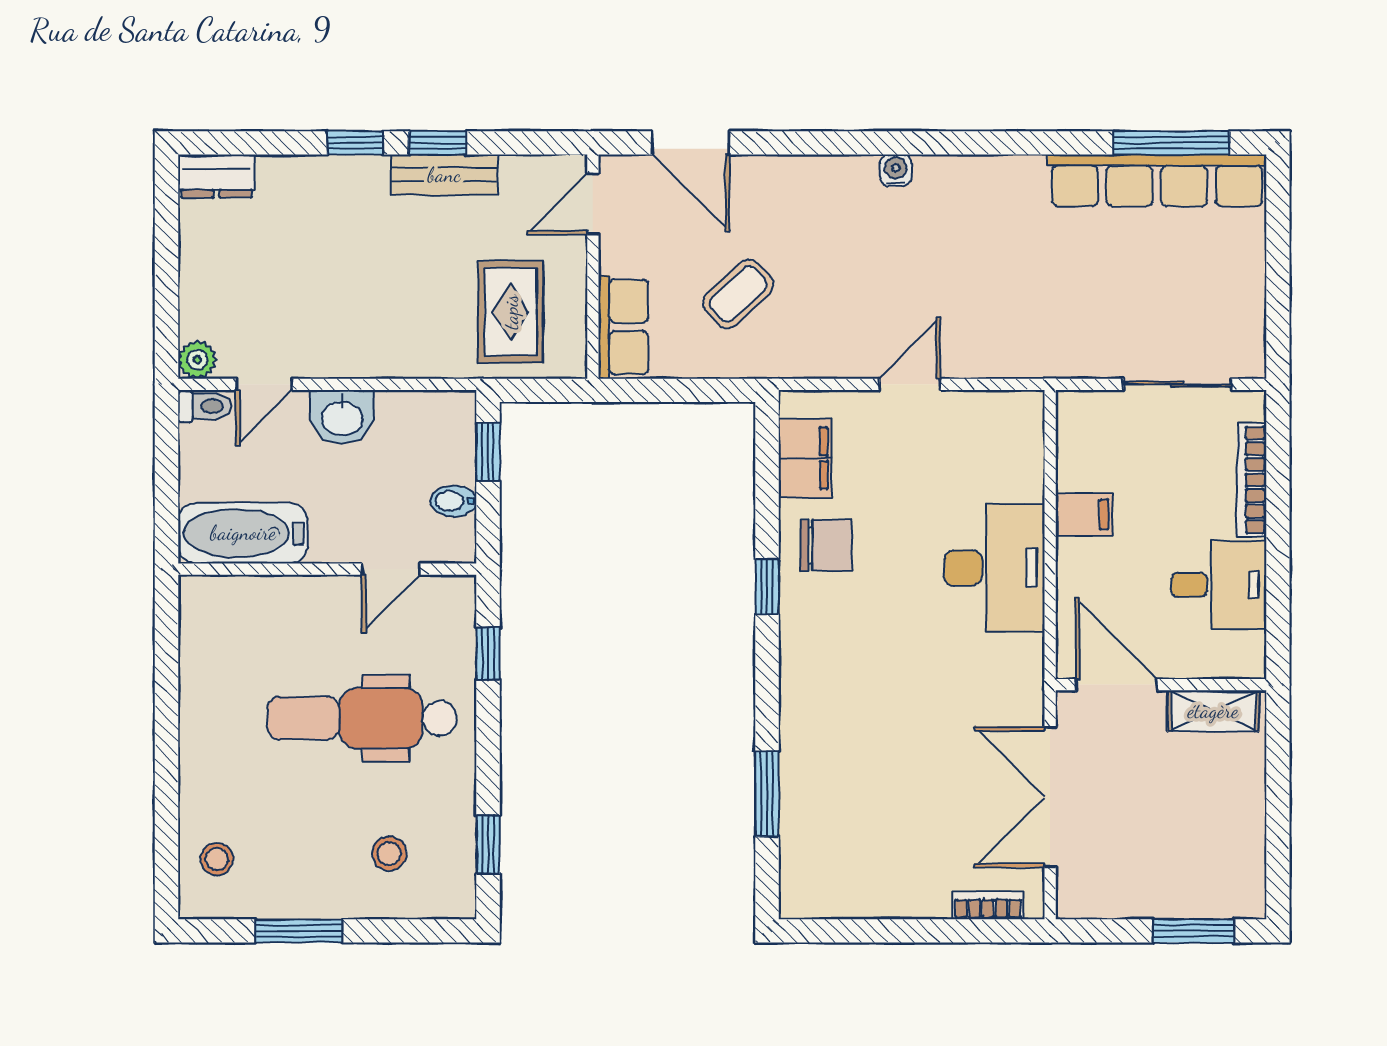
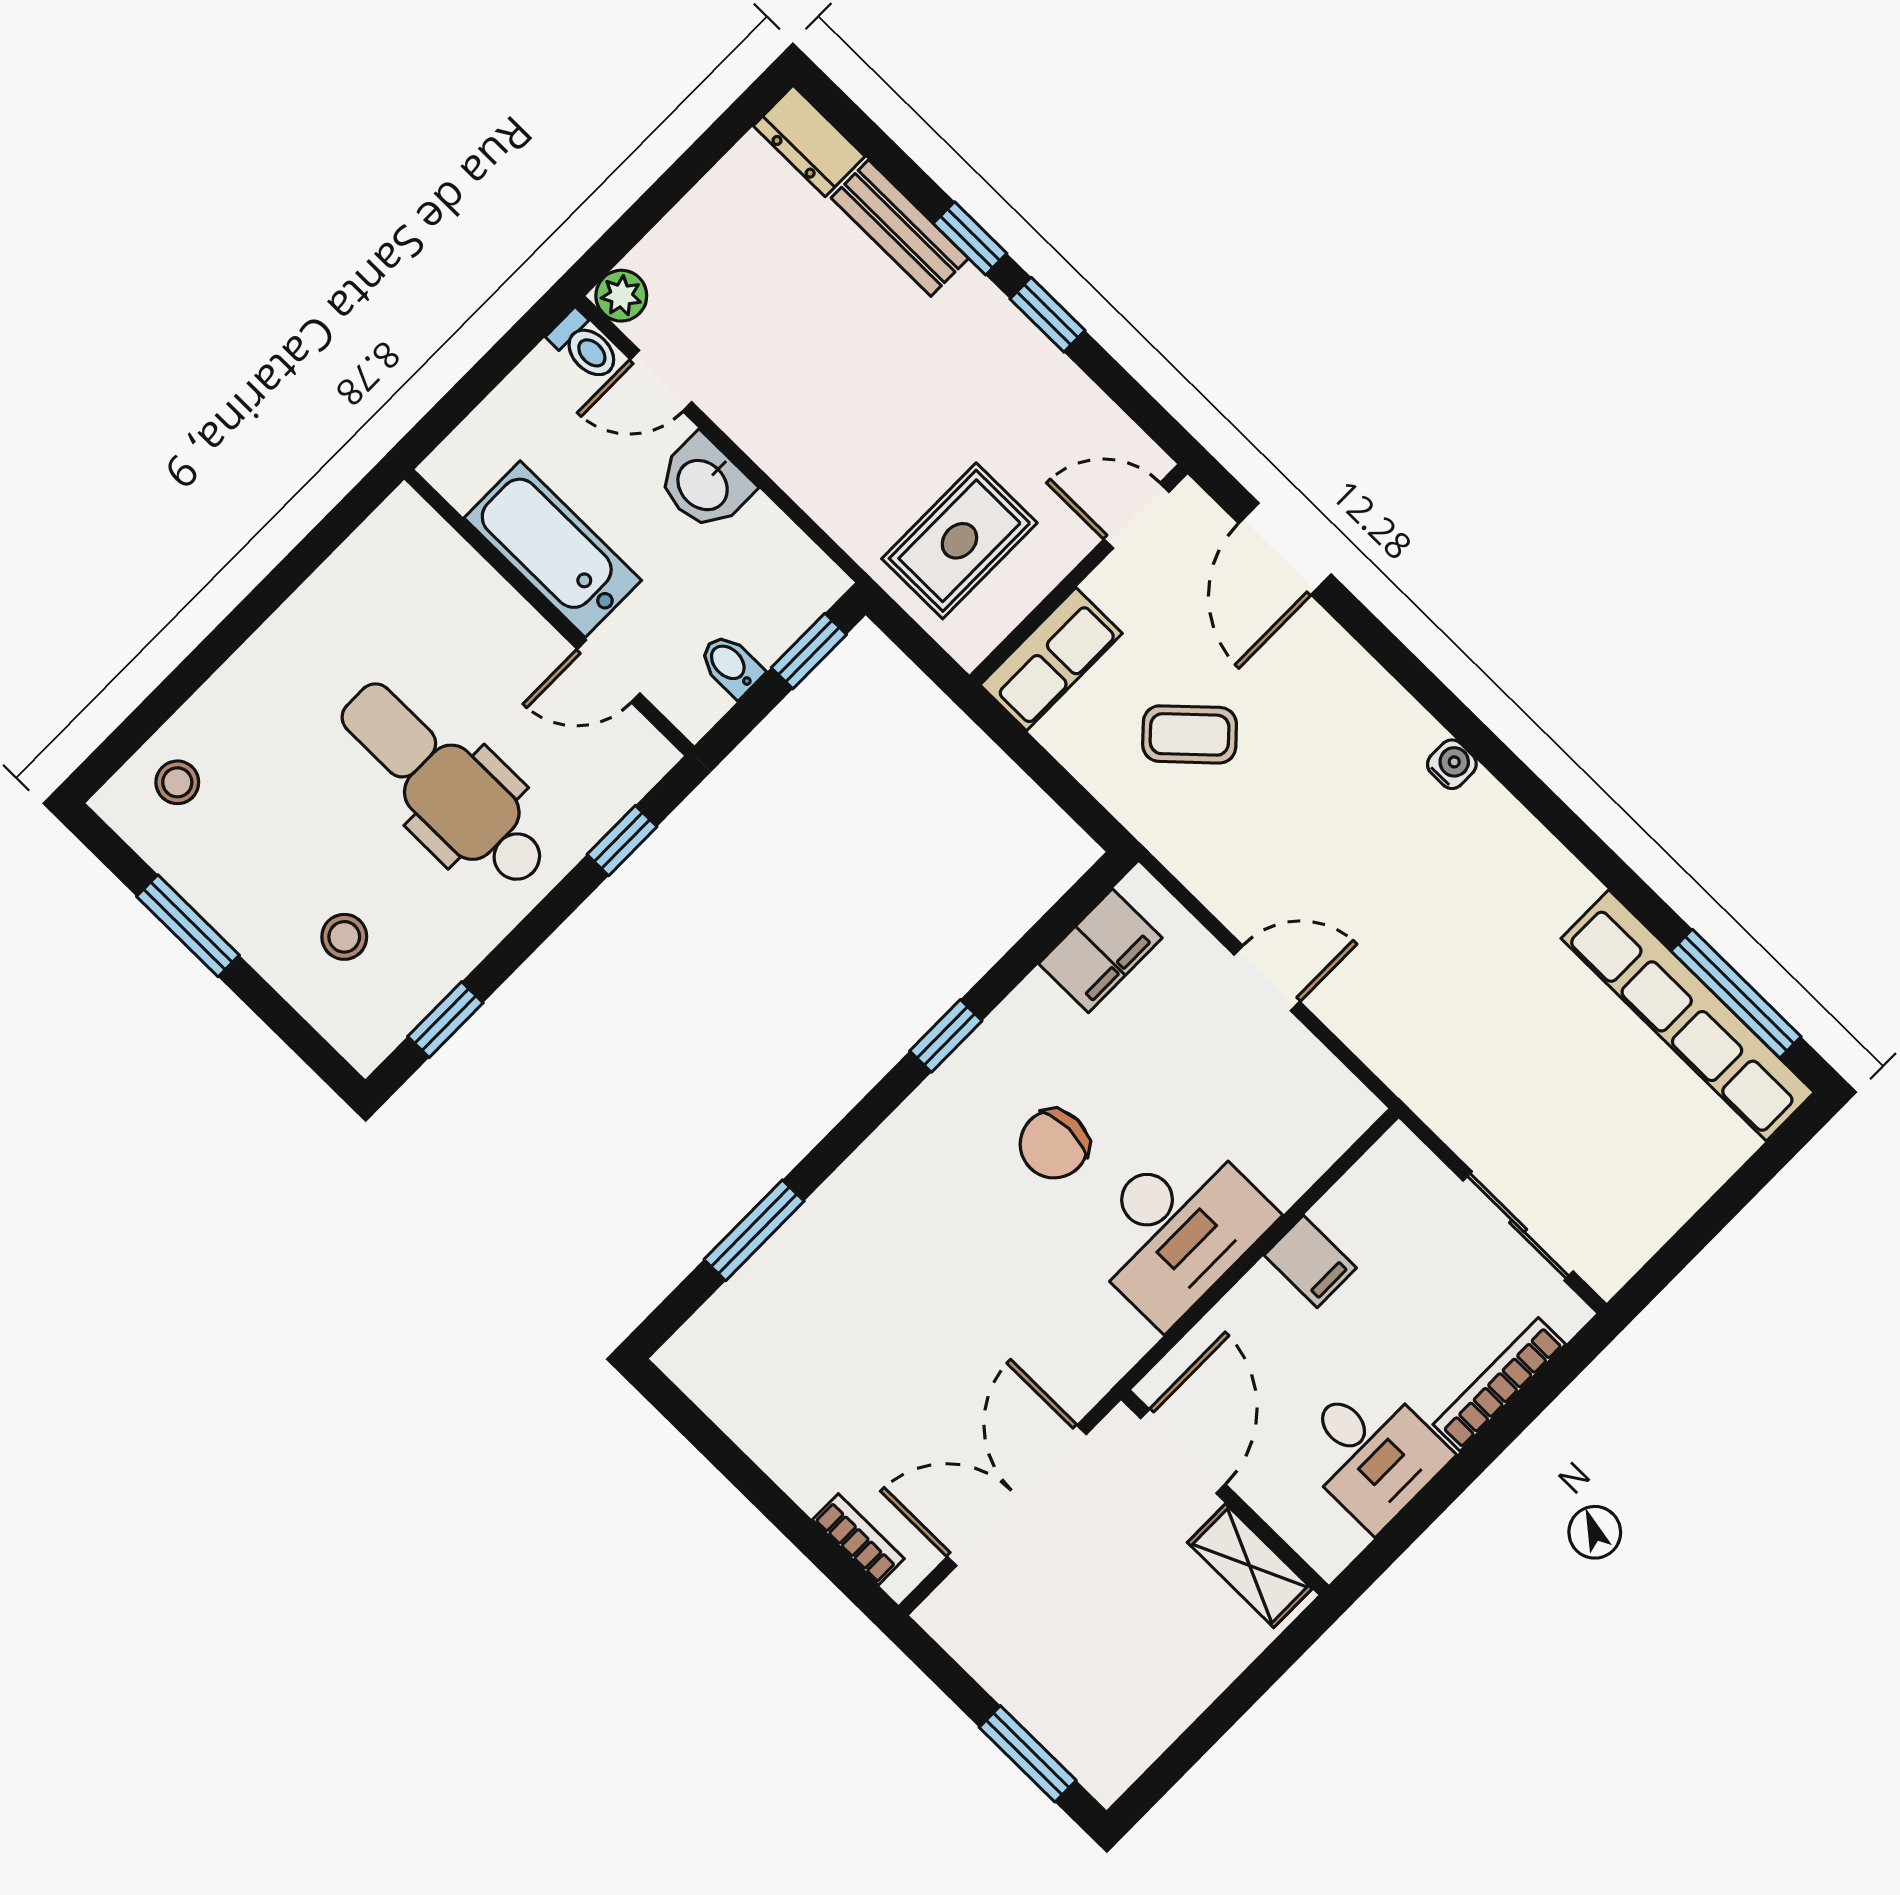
bench: (444, 175) -> (900, 228), moved
bathtub: (243, 533) -> (553, 549), moved
chair: (826, 545) -> (1054, 1144), moved, turned 90

